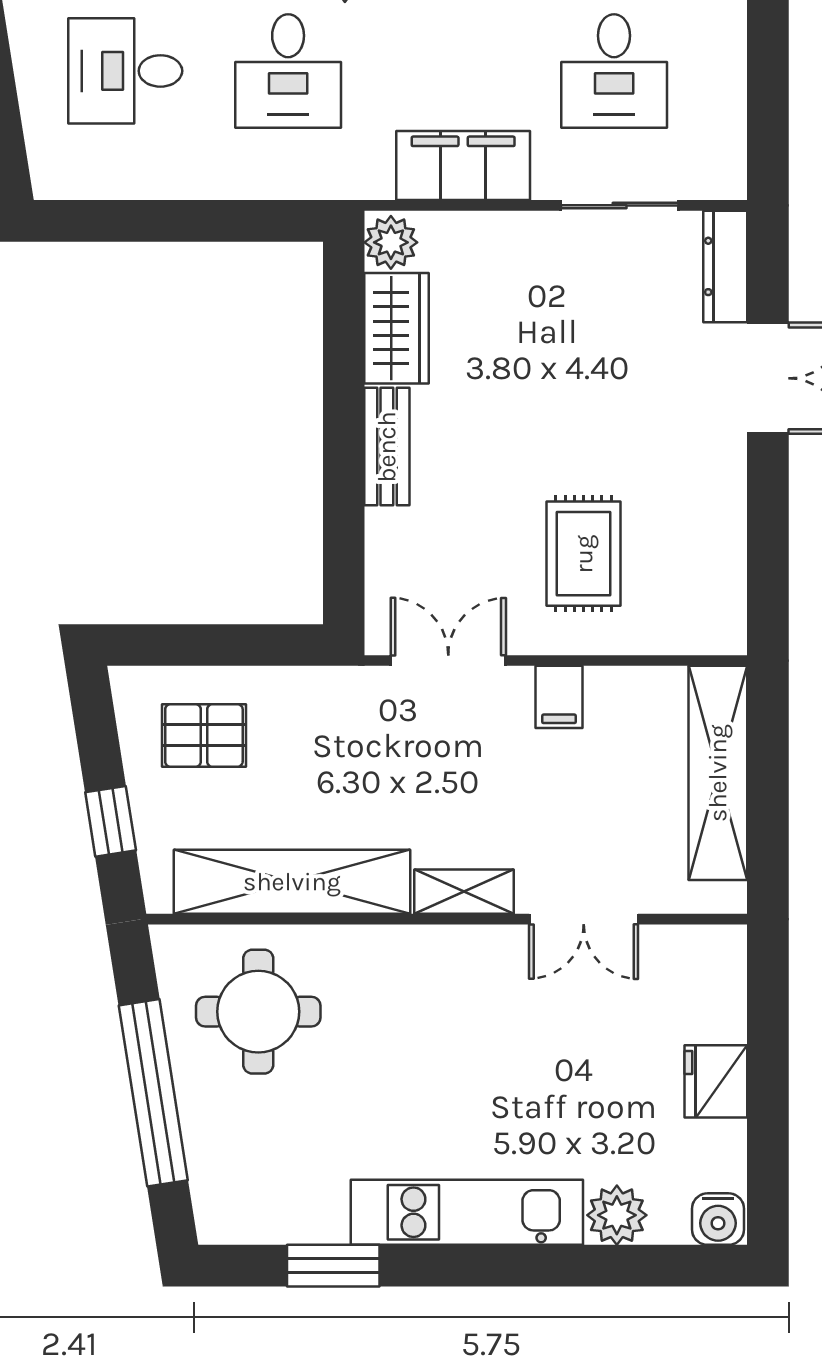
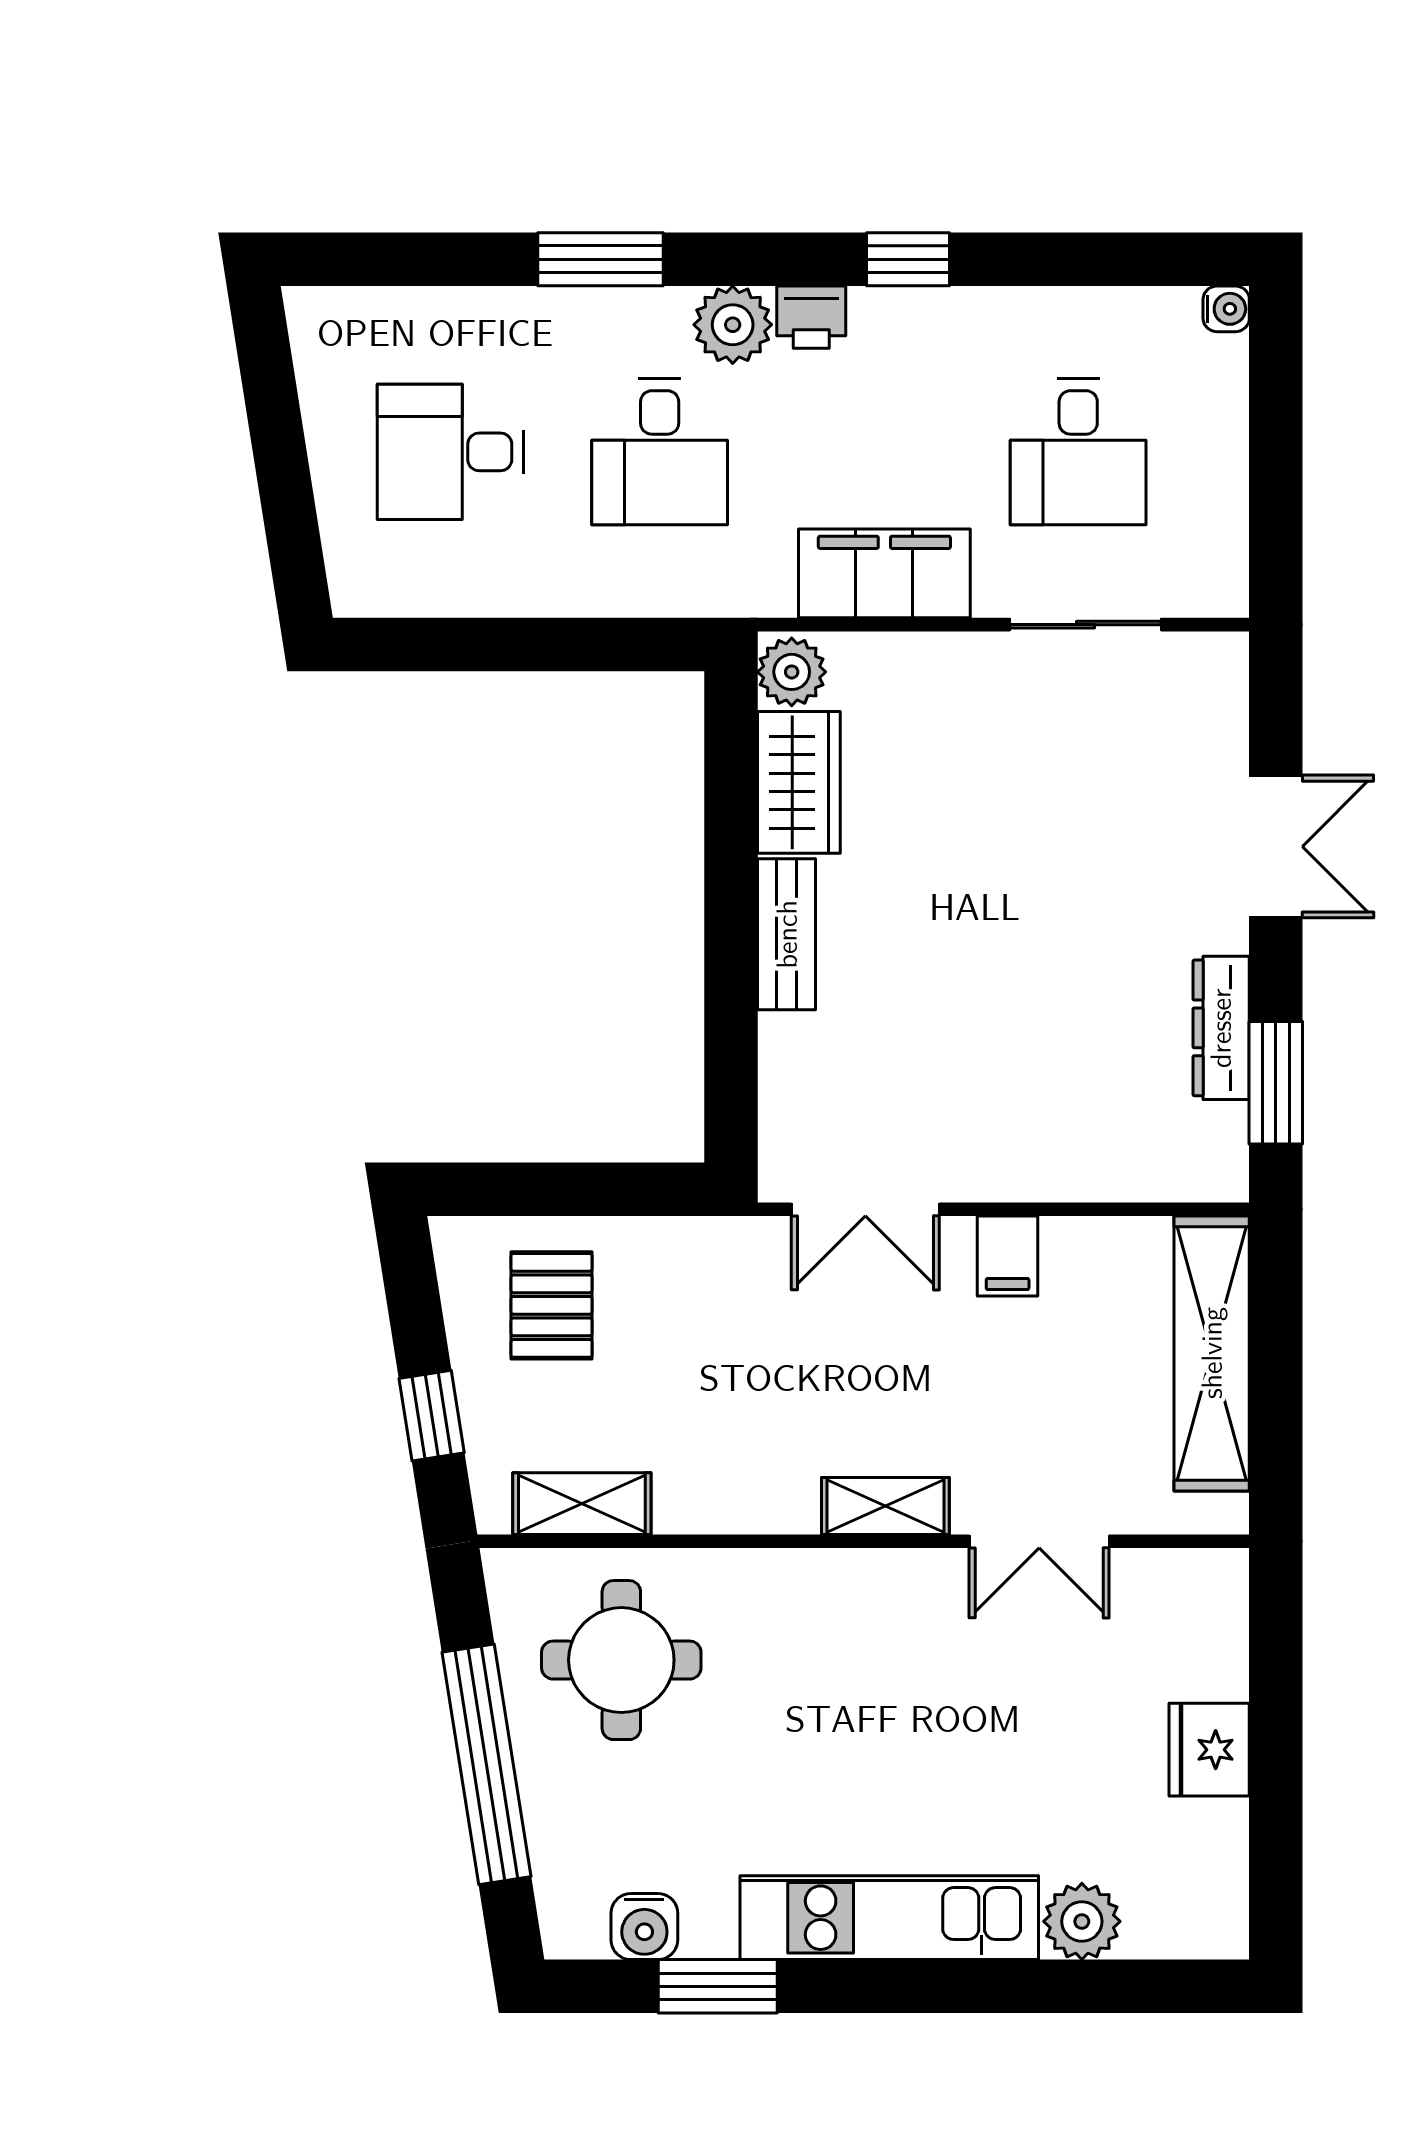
dresser: (725, 266) -> (1221, 1028), moved
rug: (584, 554) -> (1039, 1072), removed
window: (768, 562) -> (1276, 1083), added
double door: (448, 661) -> (865, 1209), swing flipped
pallet: (204, 735) -> (552, 1305), turned 90
shelving: (292, 882) -> (582, 1504), width x0.45, depth x0.75
water cooler: (718, 1219) -> (644, 1927), moved

